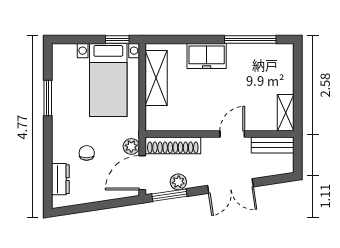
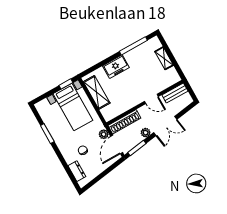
shelving: (286, 113) -> (164, 58), moved
door: (232, 134) -> (151, 99), swing flipped
plant: (178, 182) -> (146, 133), moved

